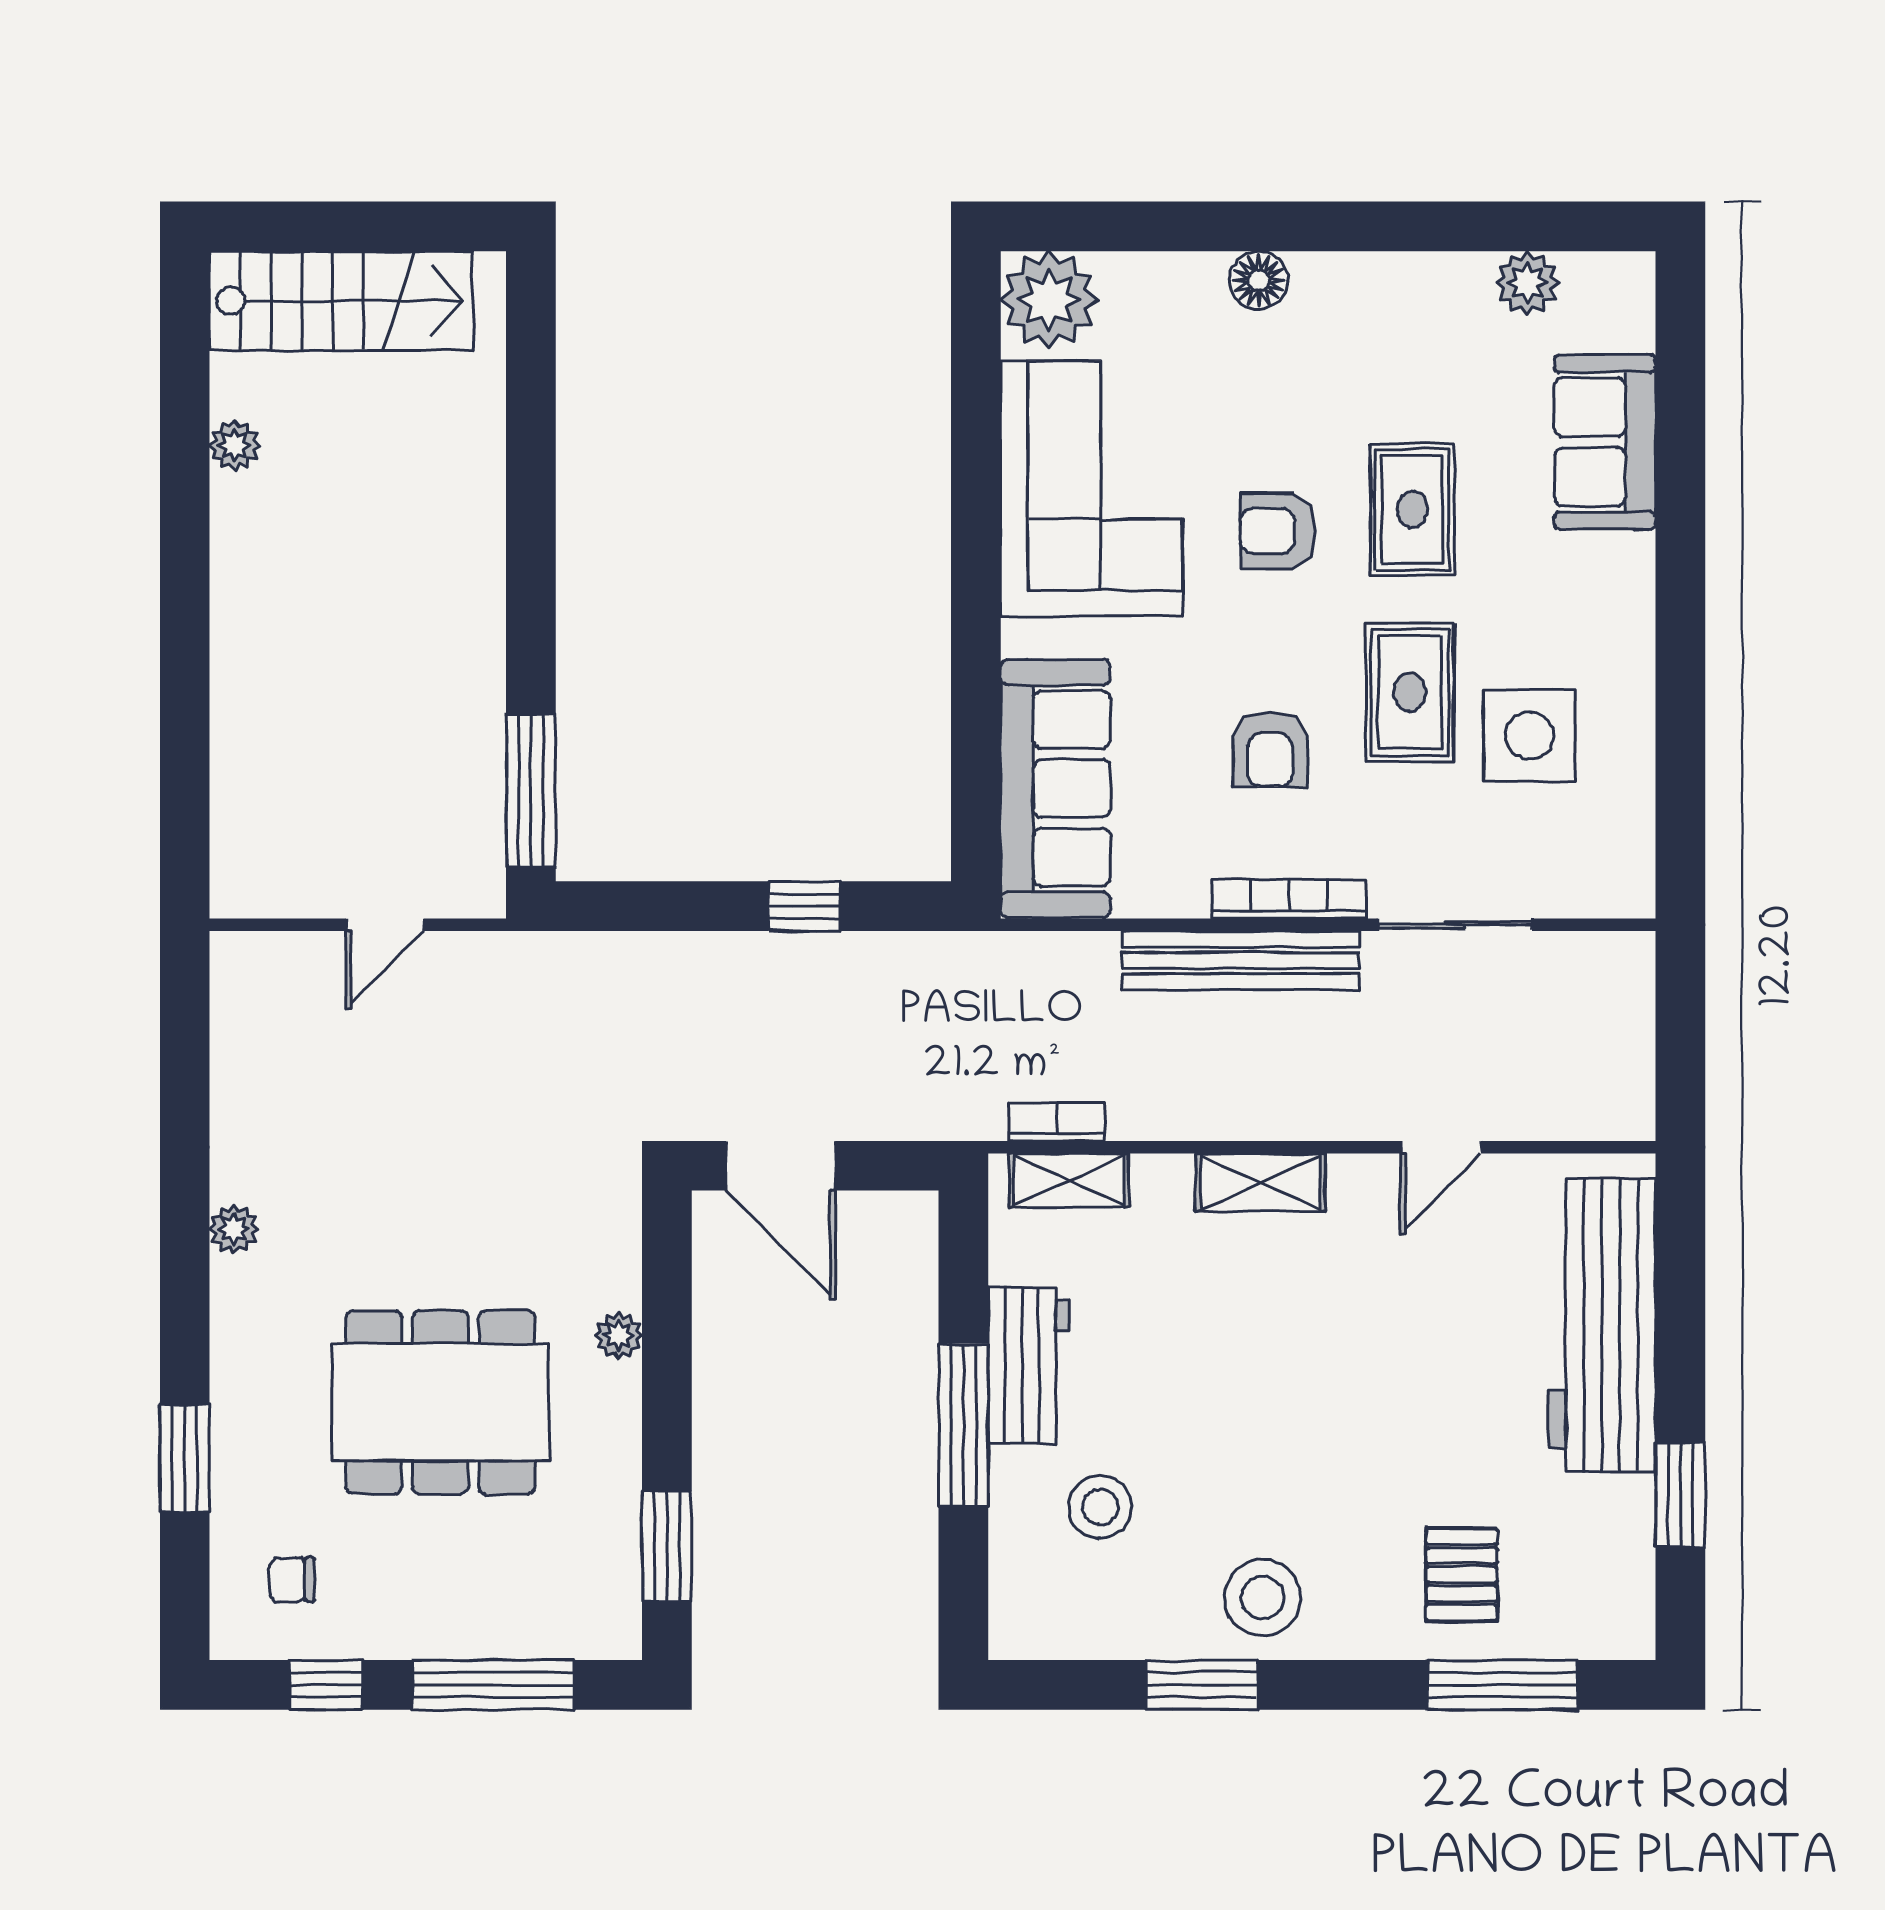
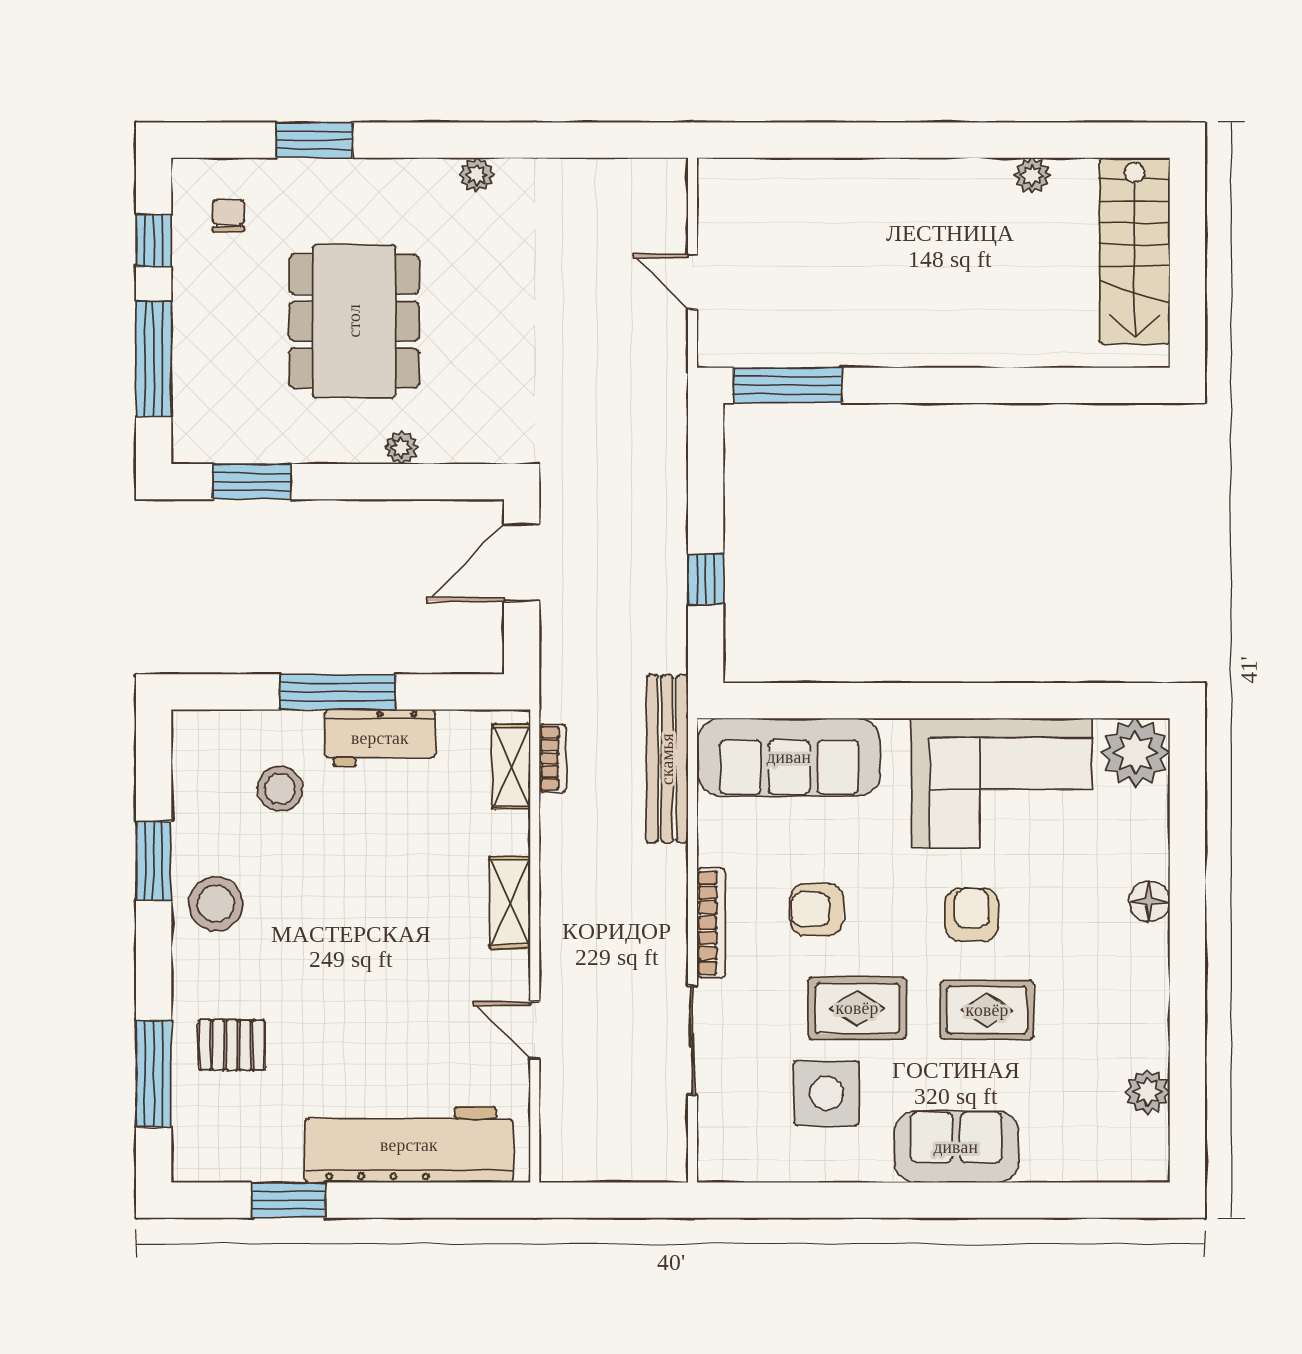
sofa: (1605, 442) -> (956, 1147), moved
bench: (1241, 960) -> (667, 759), moved

